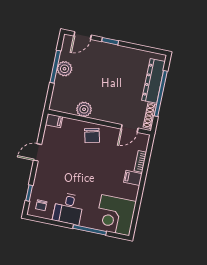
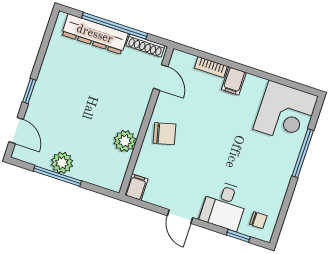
desk: (68, 209) -> (224, 206), moved, turned 90

